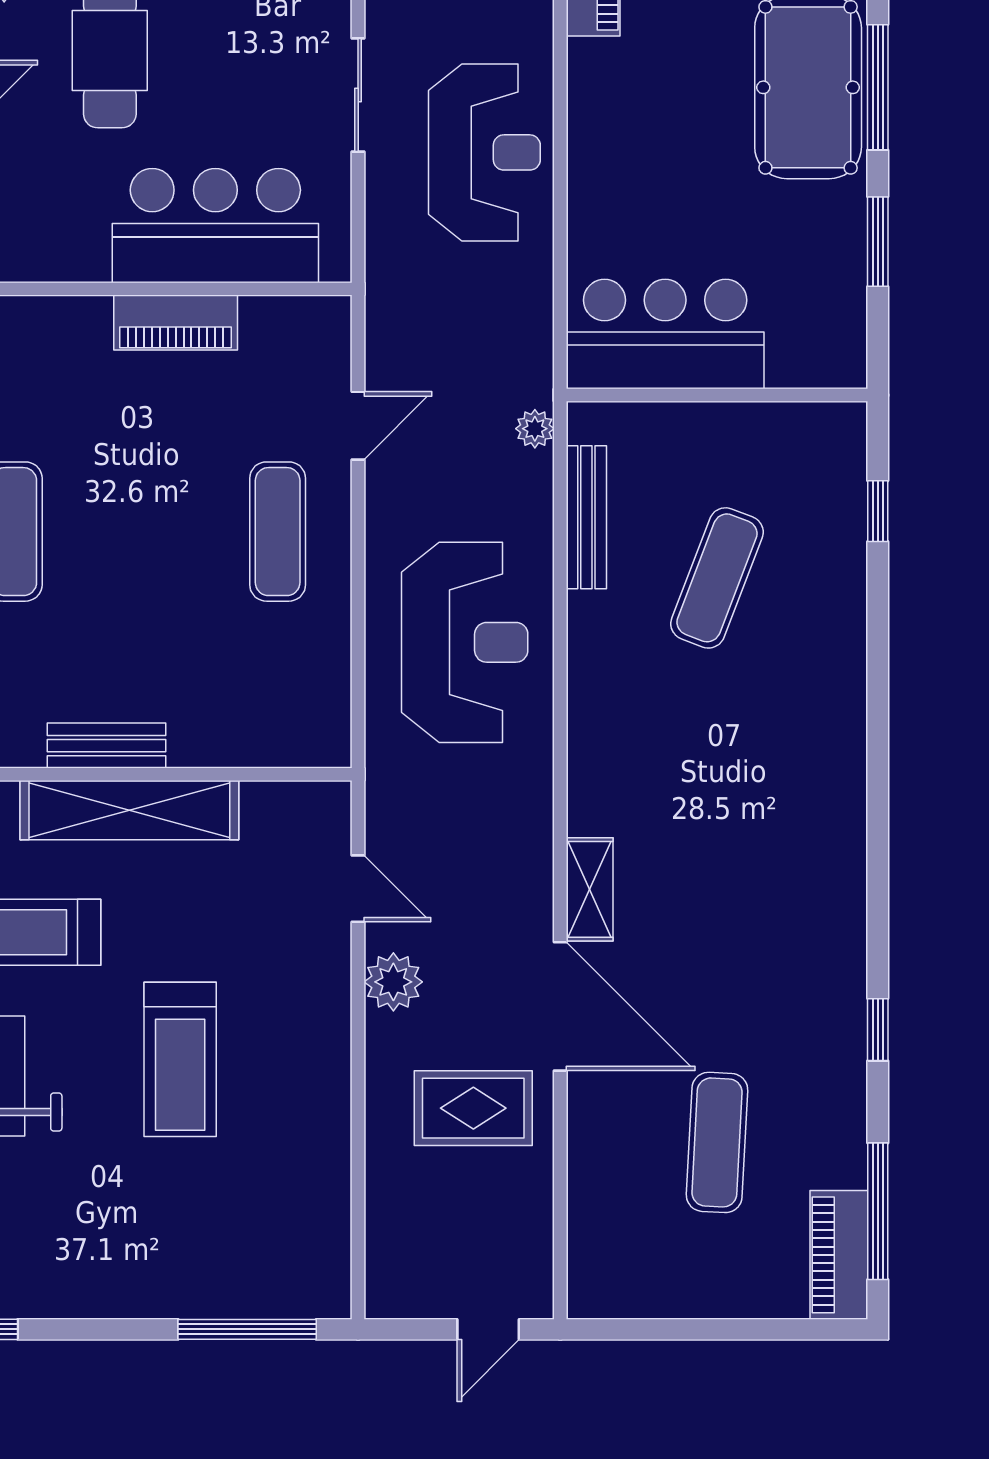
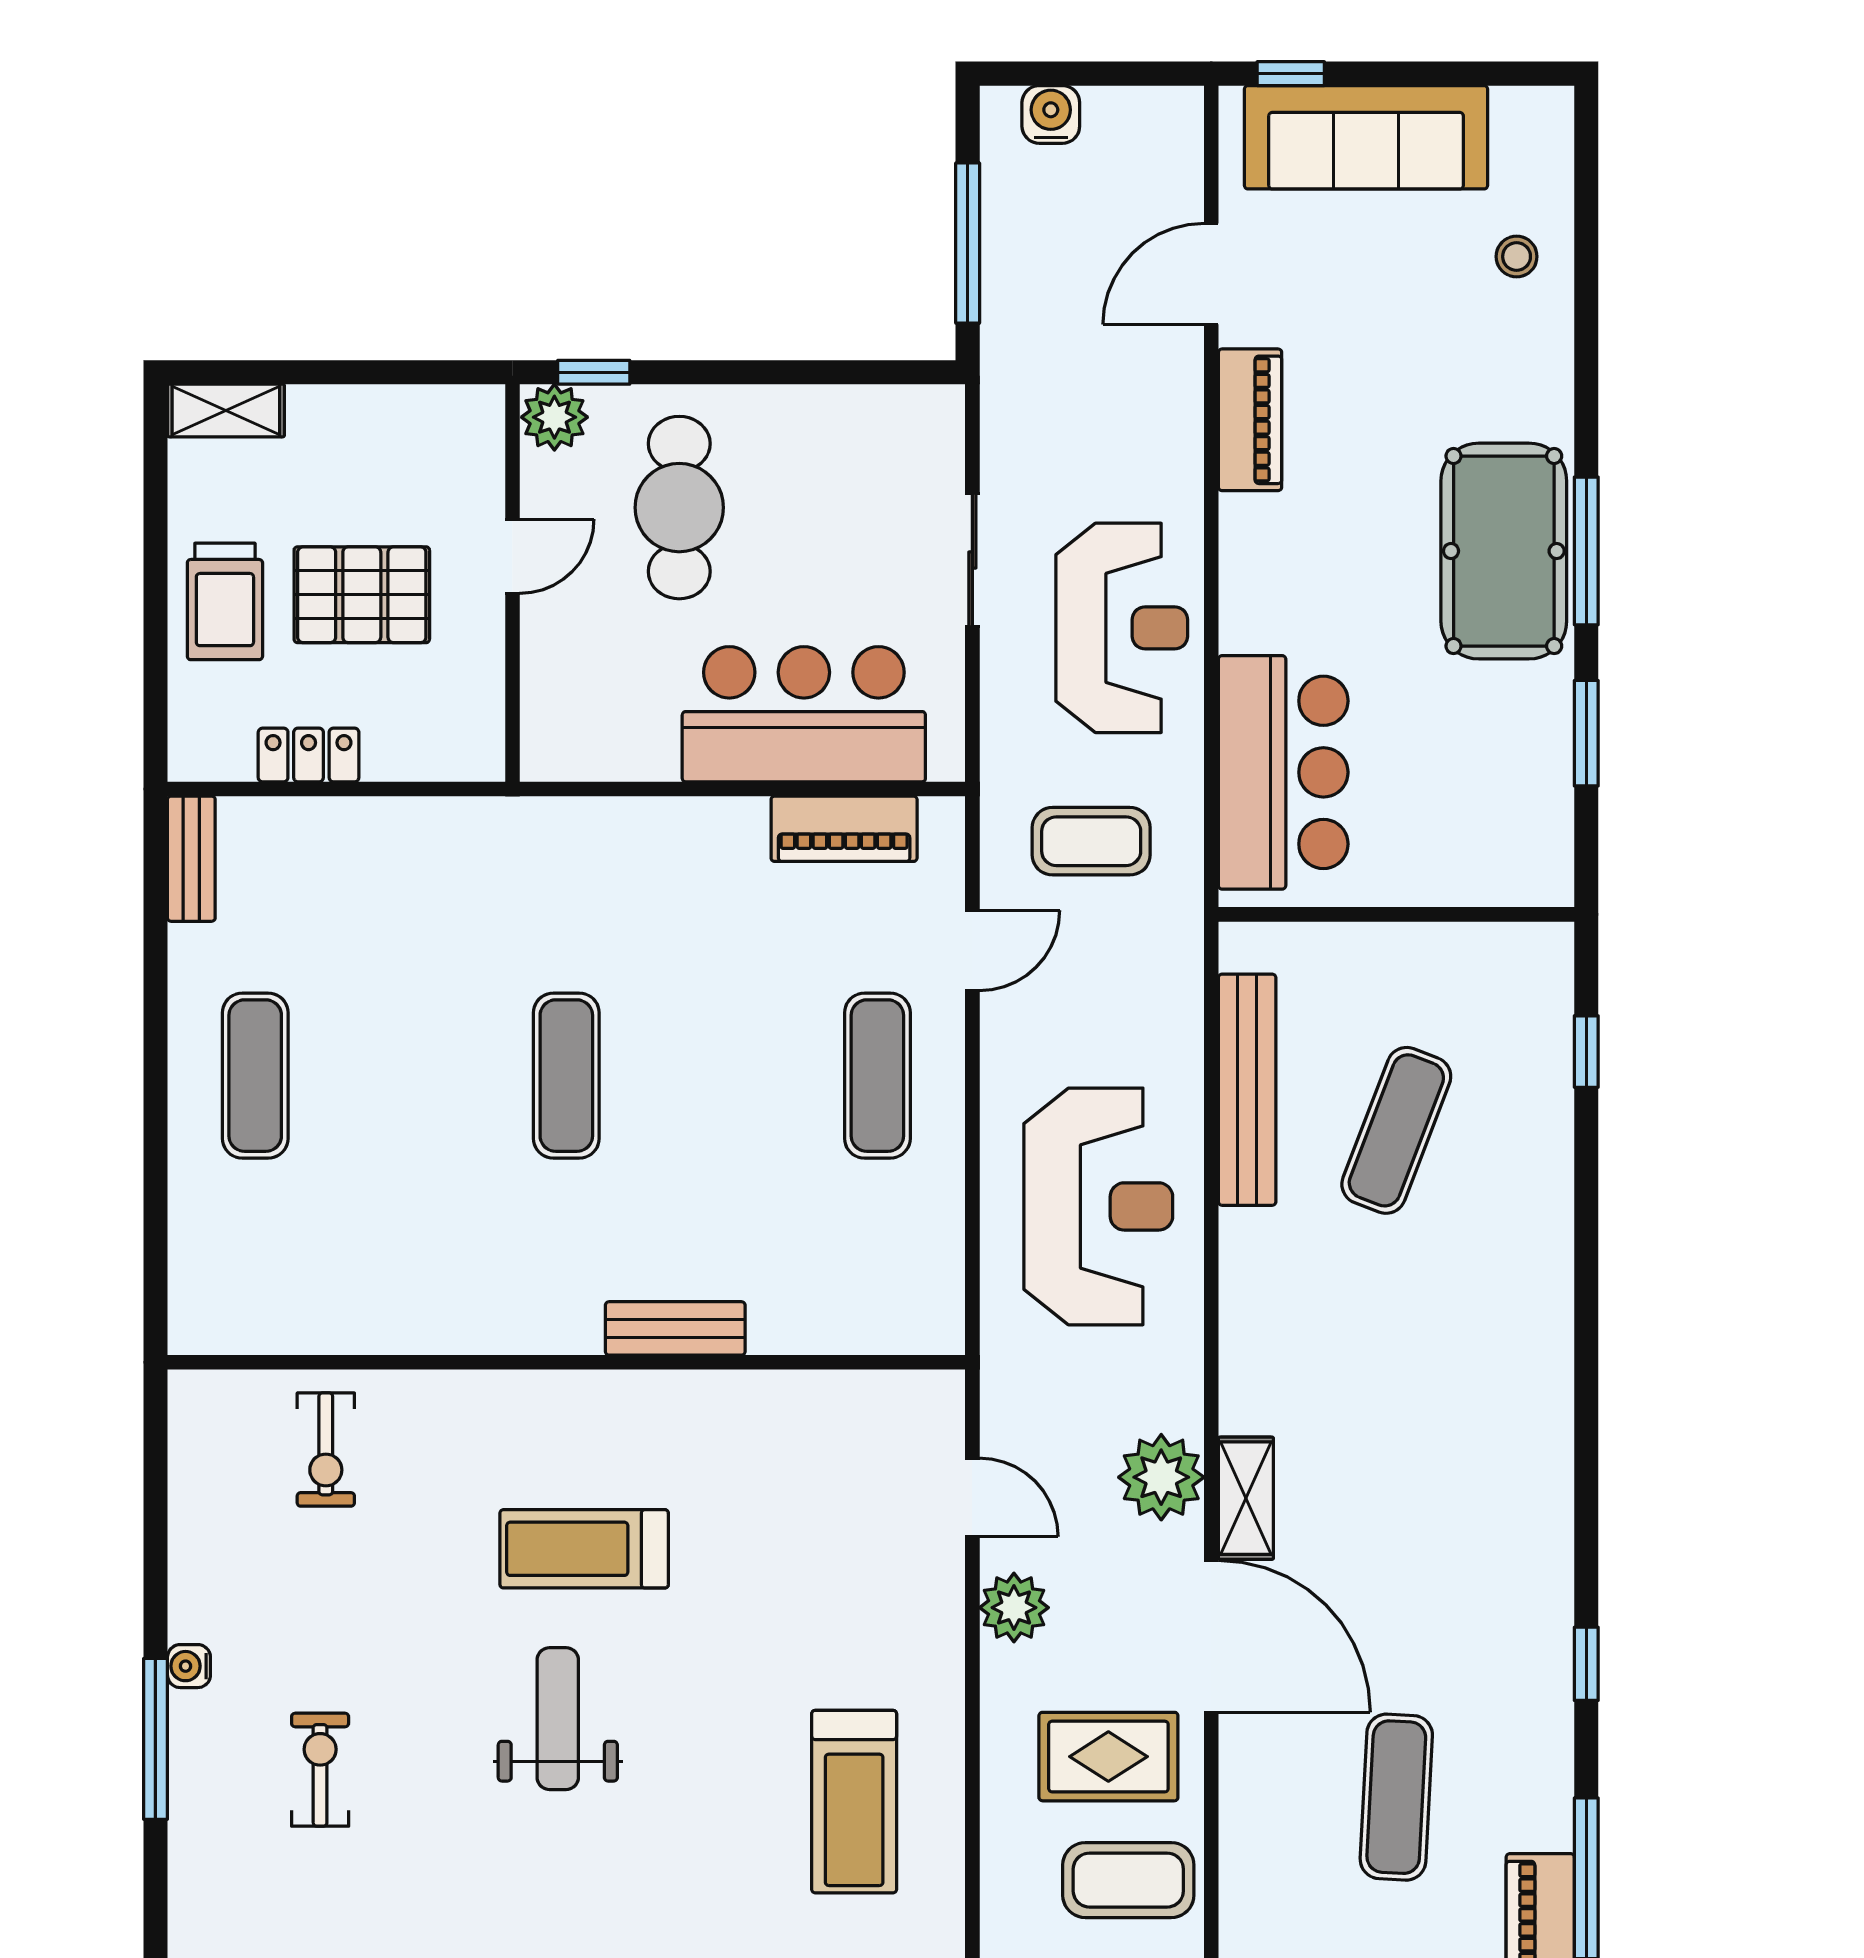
piano: (176, 323) -> (844, 829), moved
coffee table: (459, 333) -> (1091, 841), added
bar counter: (665, 334) -> (1283, 772), moved, turned 90
plant: (535, 429) -> (1161, 1477), moved, width x1.88, depth x1.88
bench: (586, 517) -> (1247, 1090), width x1.37, depth x1.21
shelving: (129, 810) -> (702, 1405), removed
treadmill: (180, 1059) -> (854, 1802), moved
coffee table: (490, 1213) -> (1128, 1880), added

